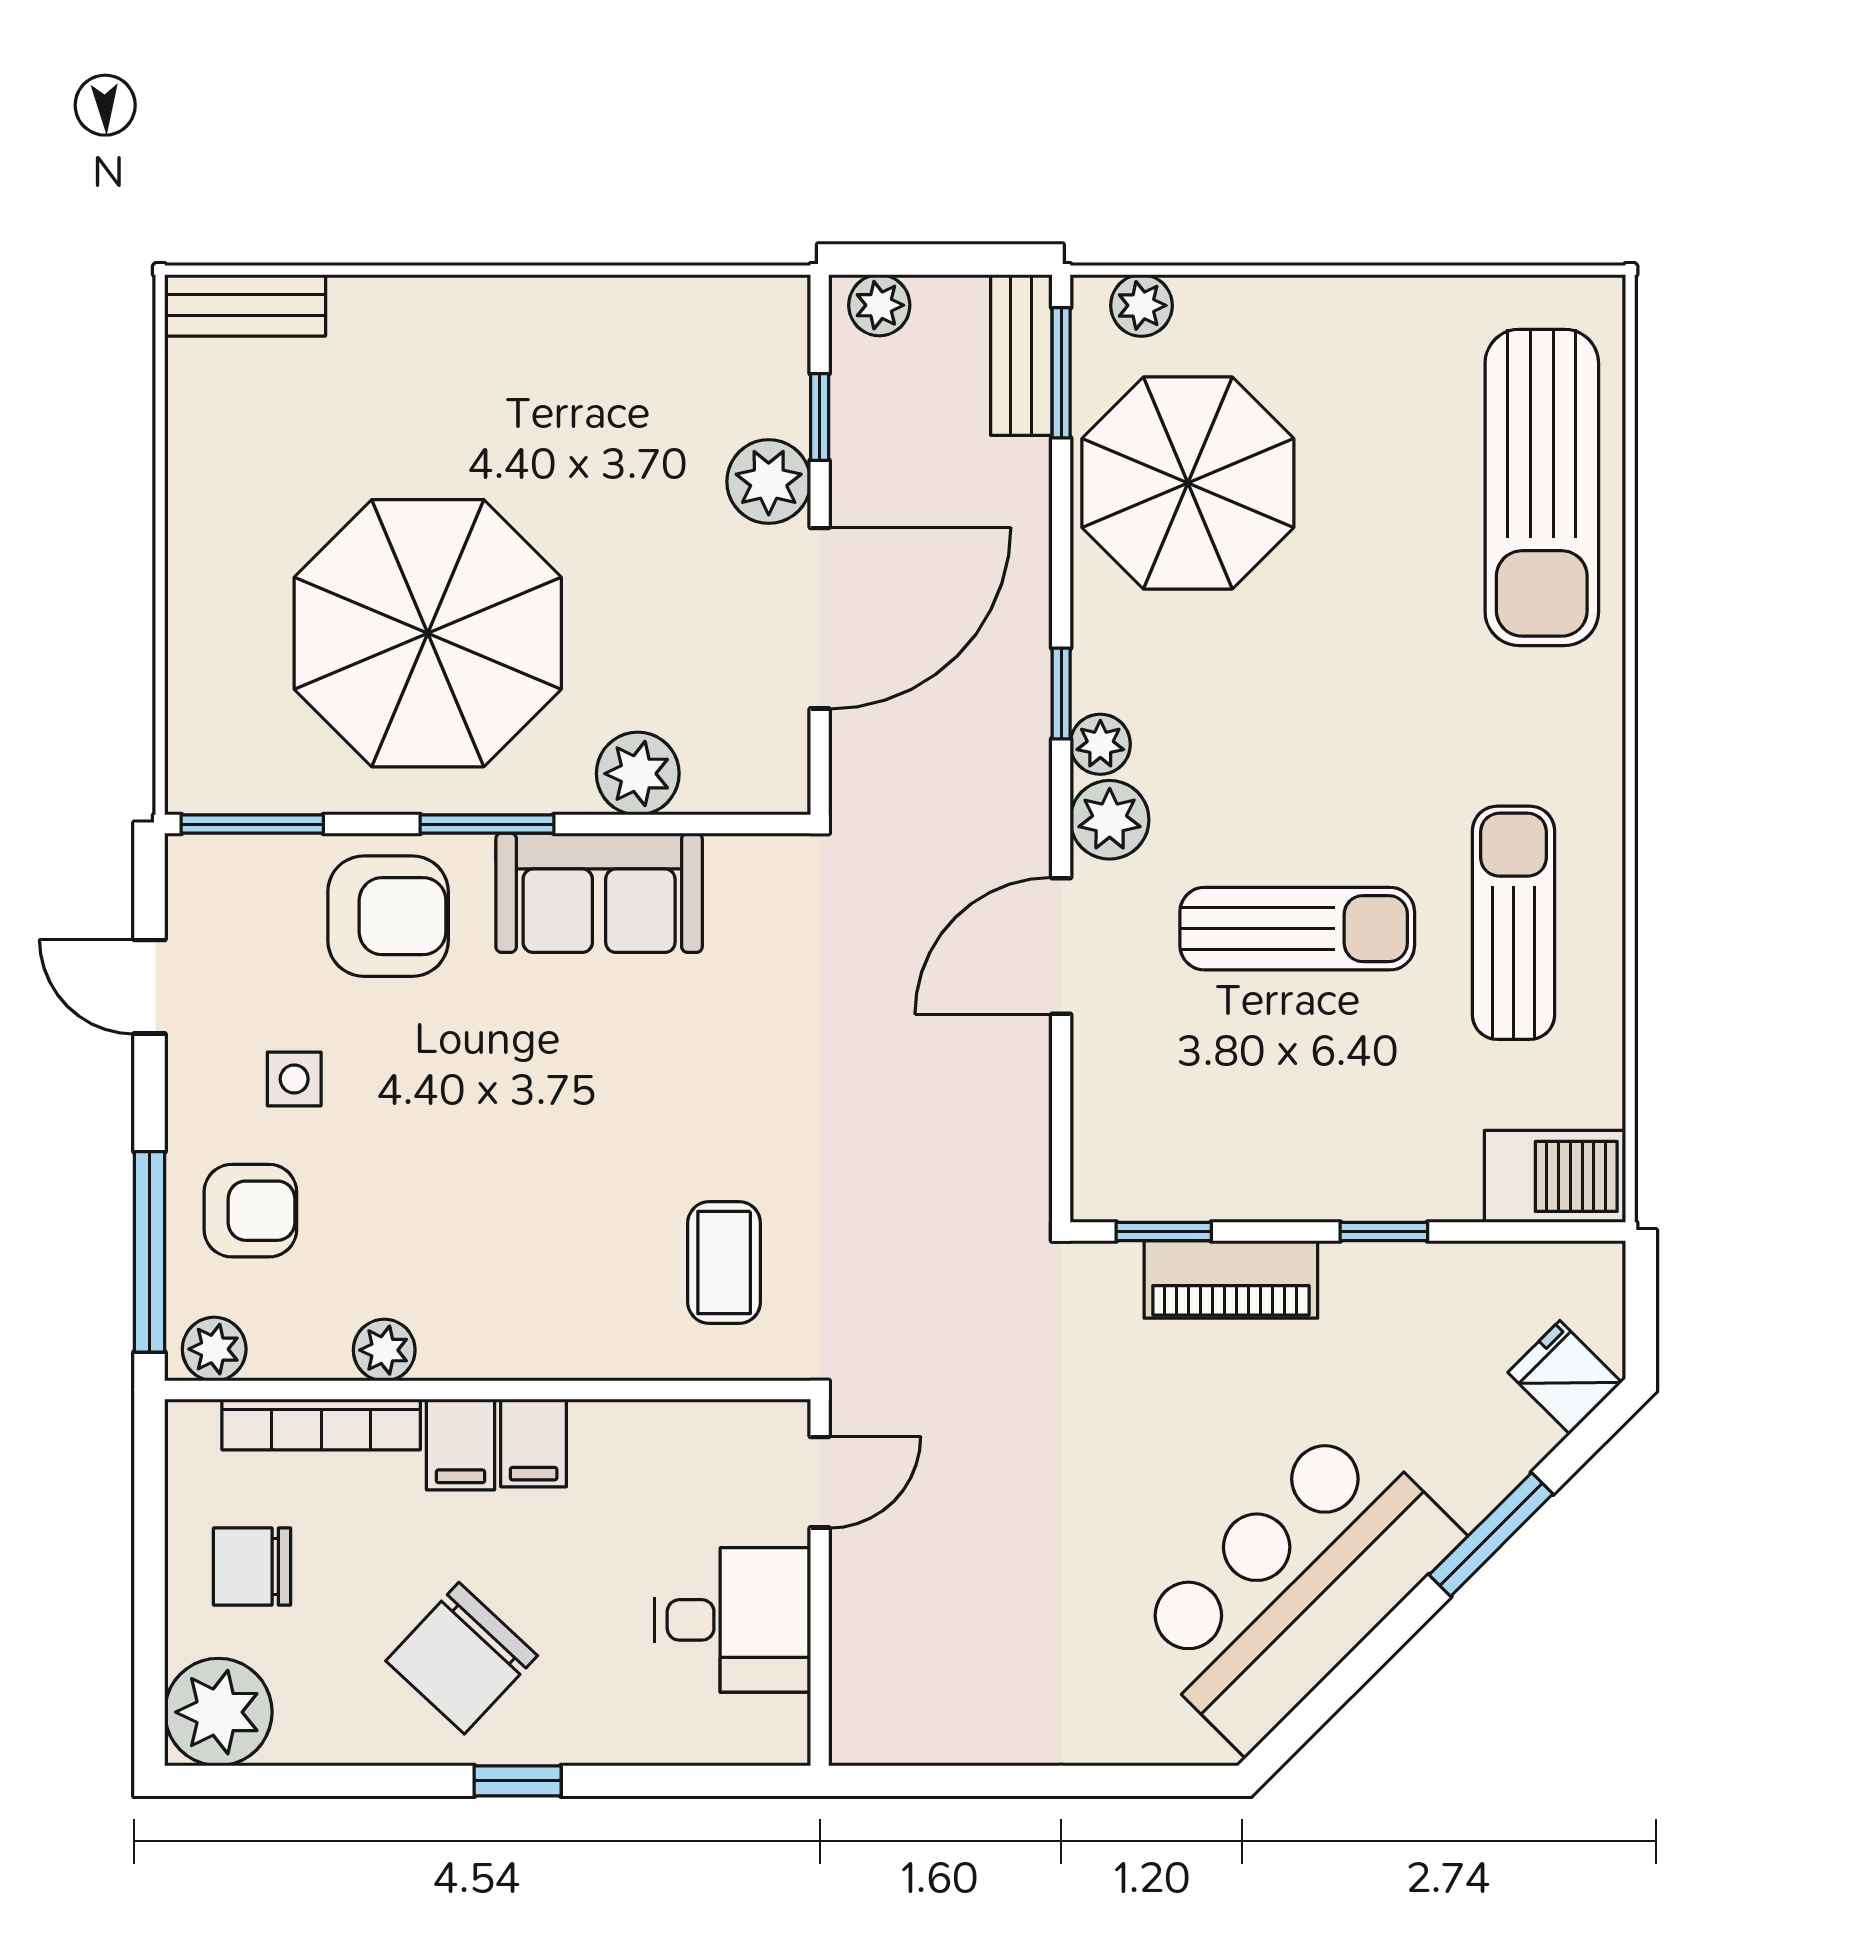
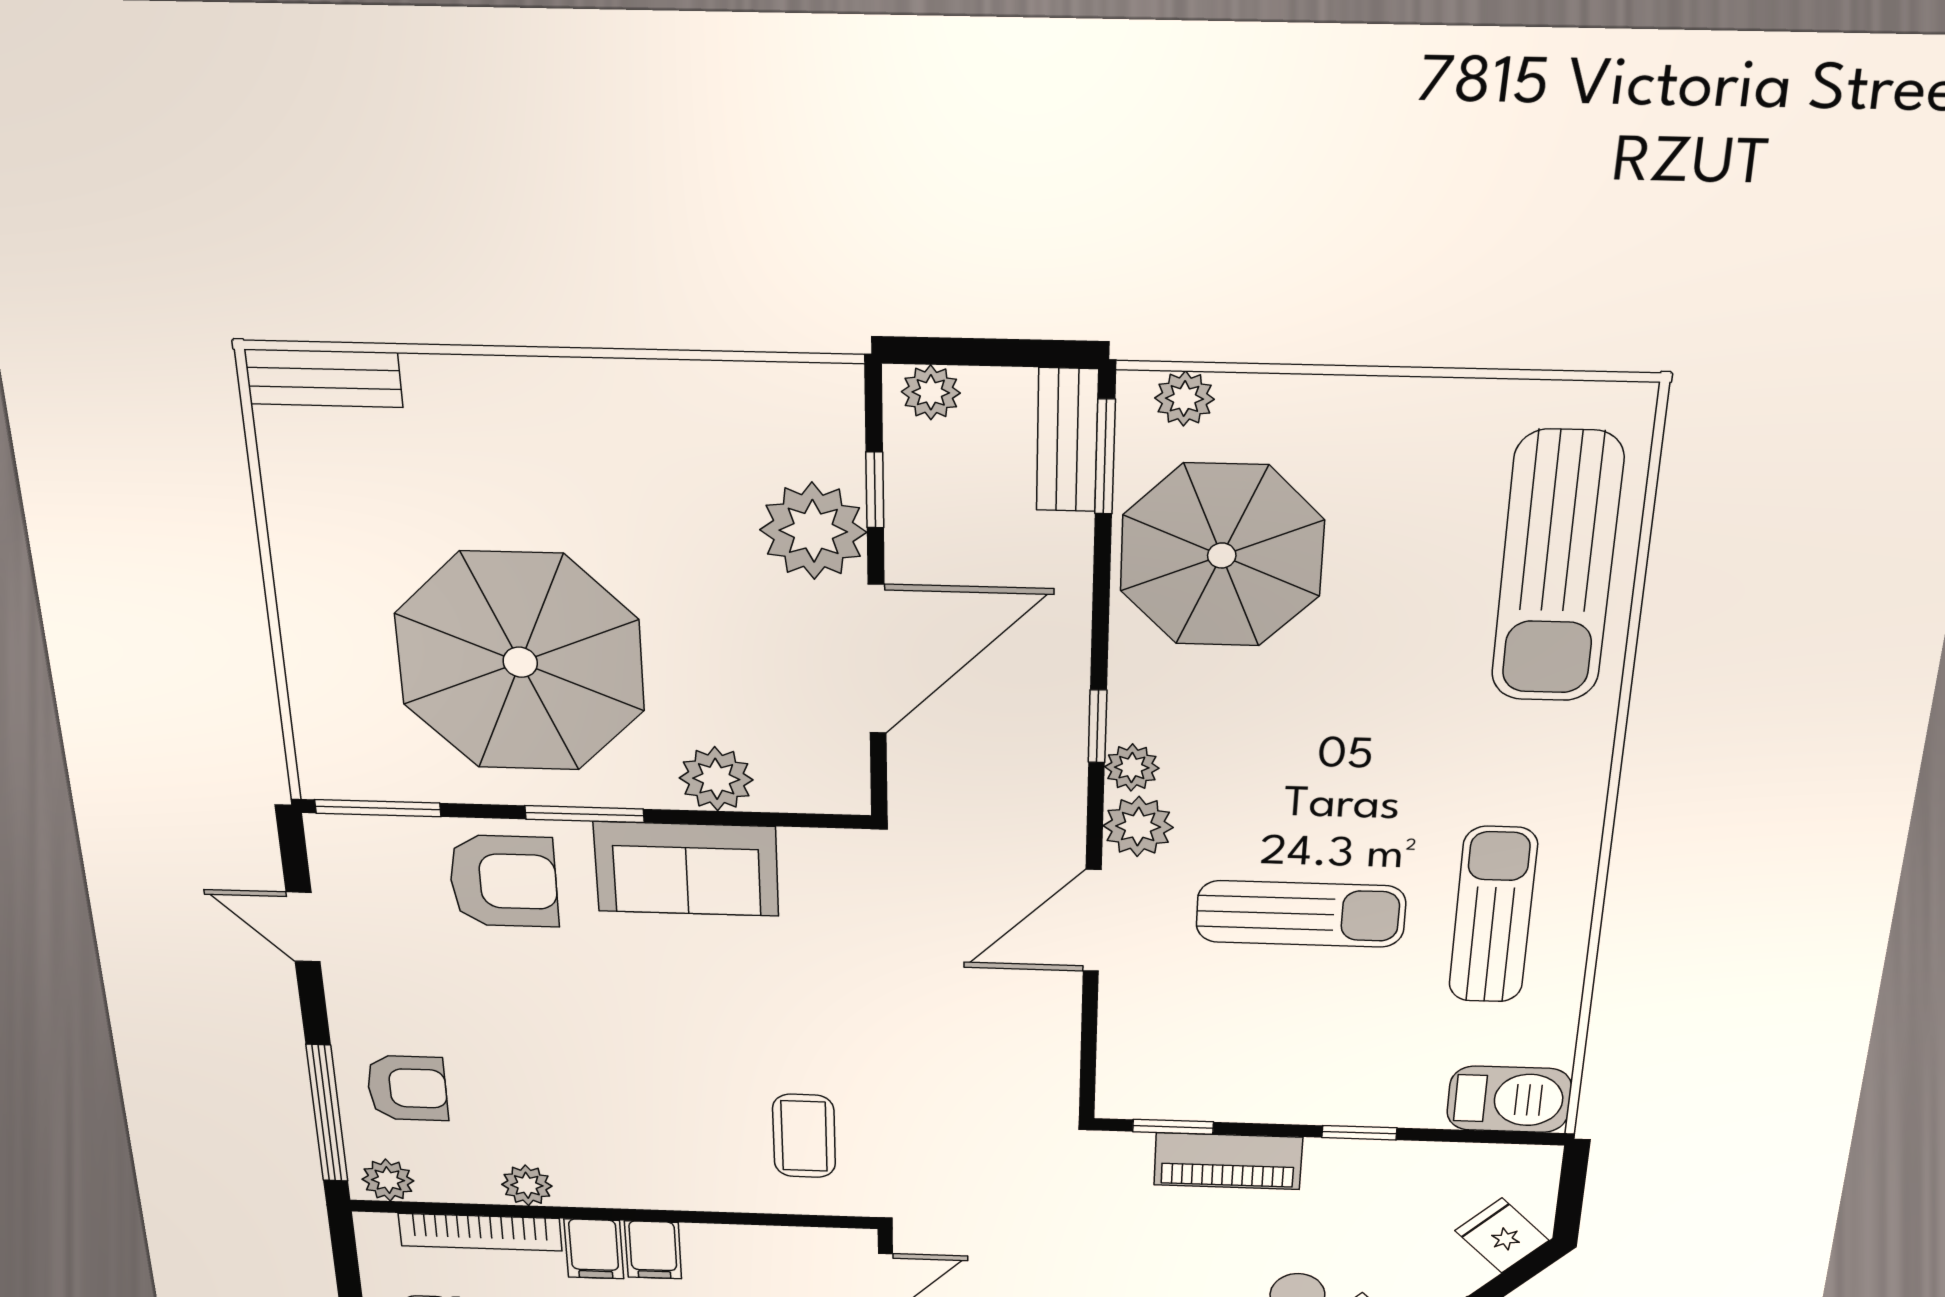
plant: (769, 482) -> (813, 531), width x1.36, depth x1.36
side table: (294, 1079) -> (434, 997), removed

